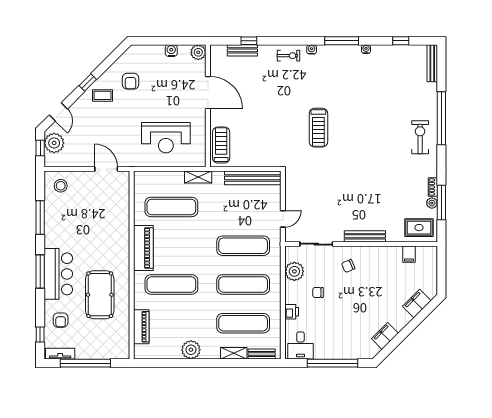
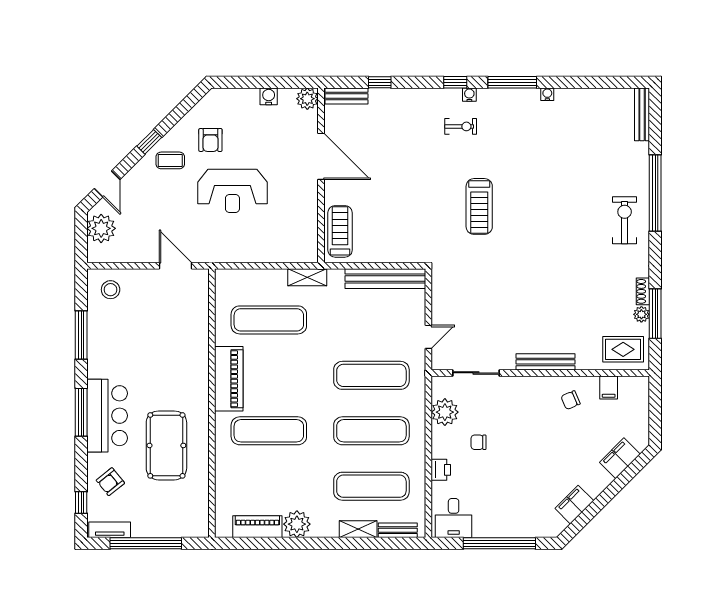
window: (401, 41) -> (455, 82), moved
bench: (242, 50) -> (346, 96), moved
exercise bike: (289, 56) -> (461, 126), moved
reception desk: (166, 138) -> (232, 191), moved
window: (40, 148) -> (81, 236), removed
chair: (348, 266) -> (571, 400), moved
armchair: (61, 320) -> (110, 482), turned 51
piano: (141, 327) -> (257, 527), moved, turned -90

